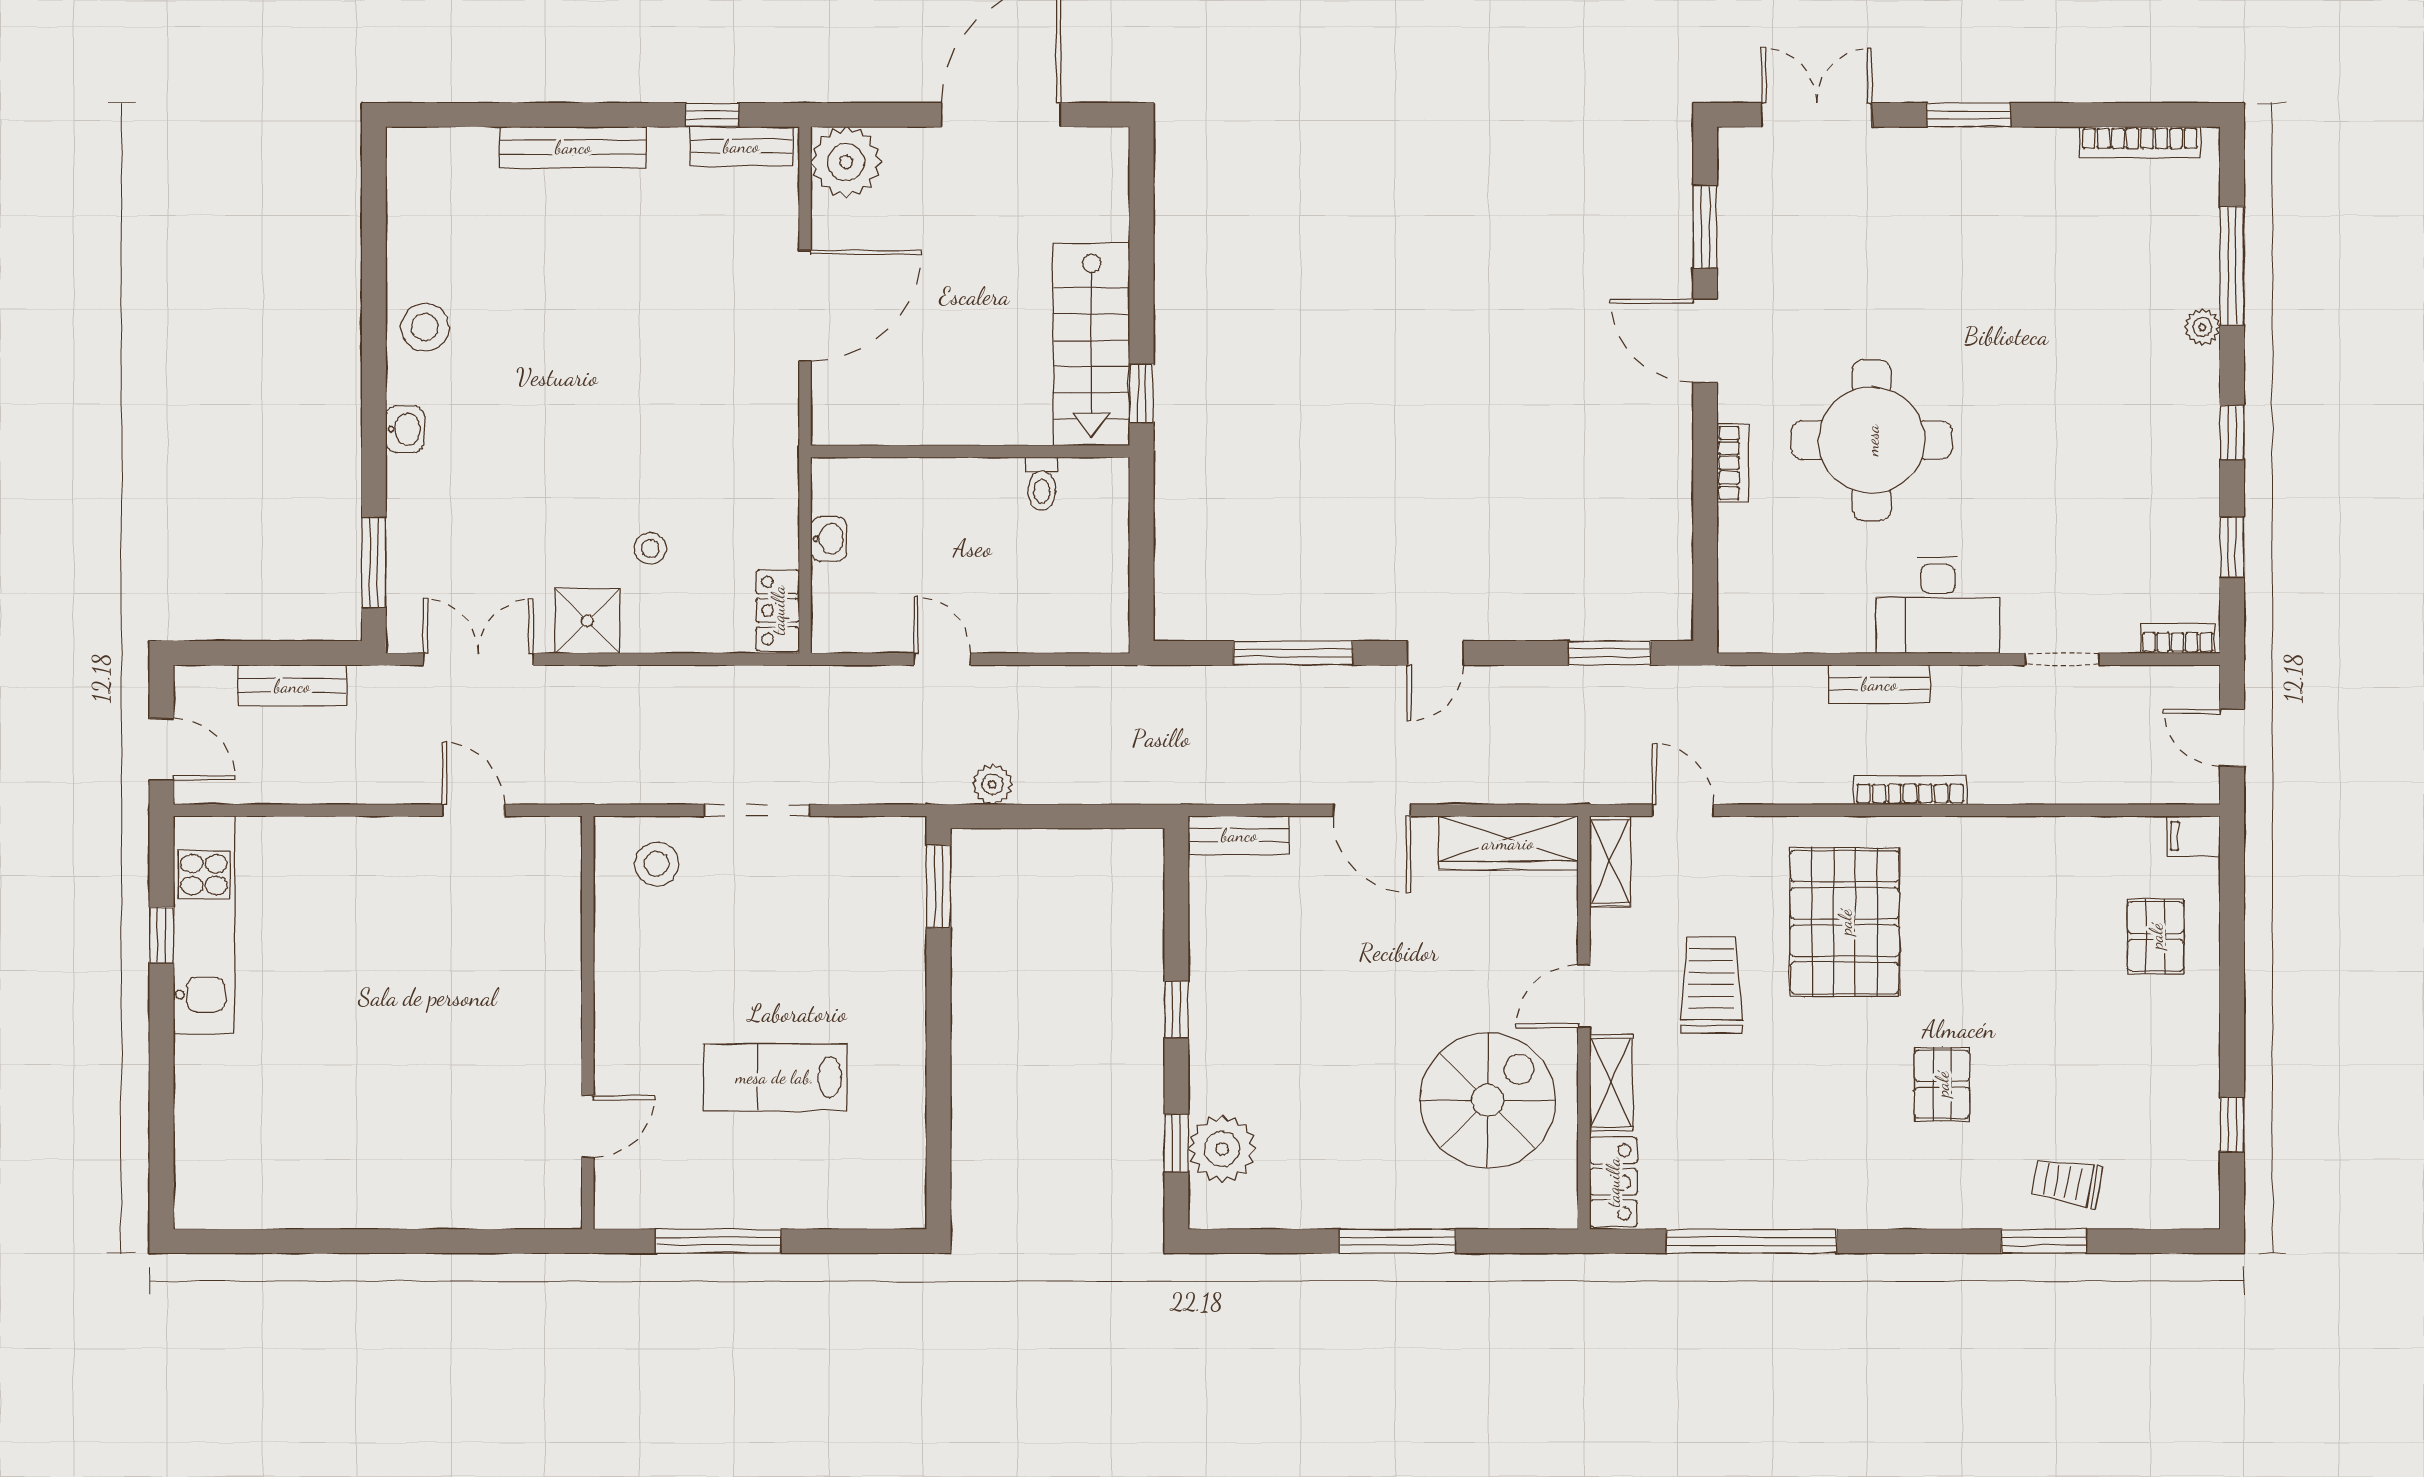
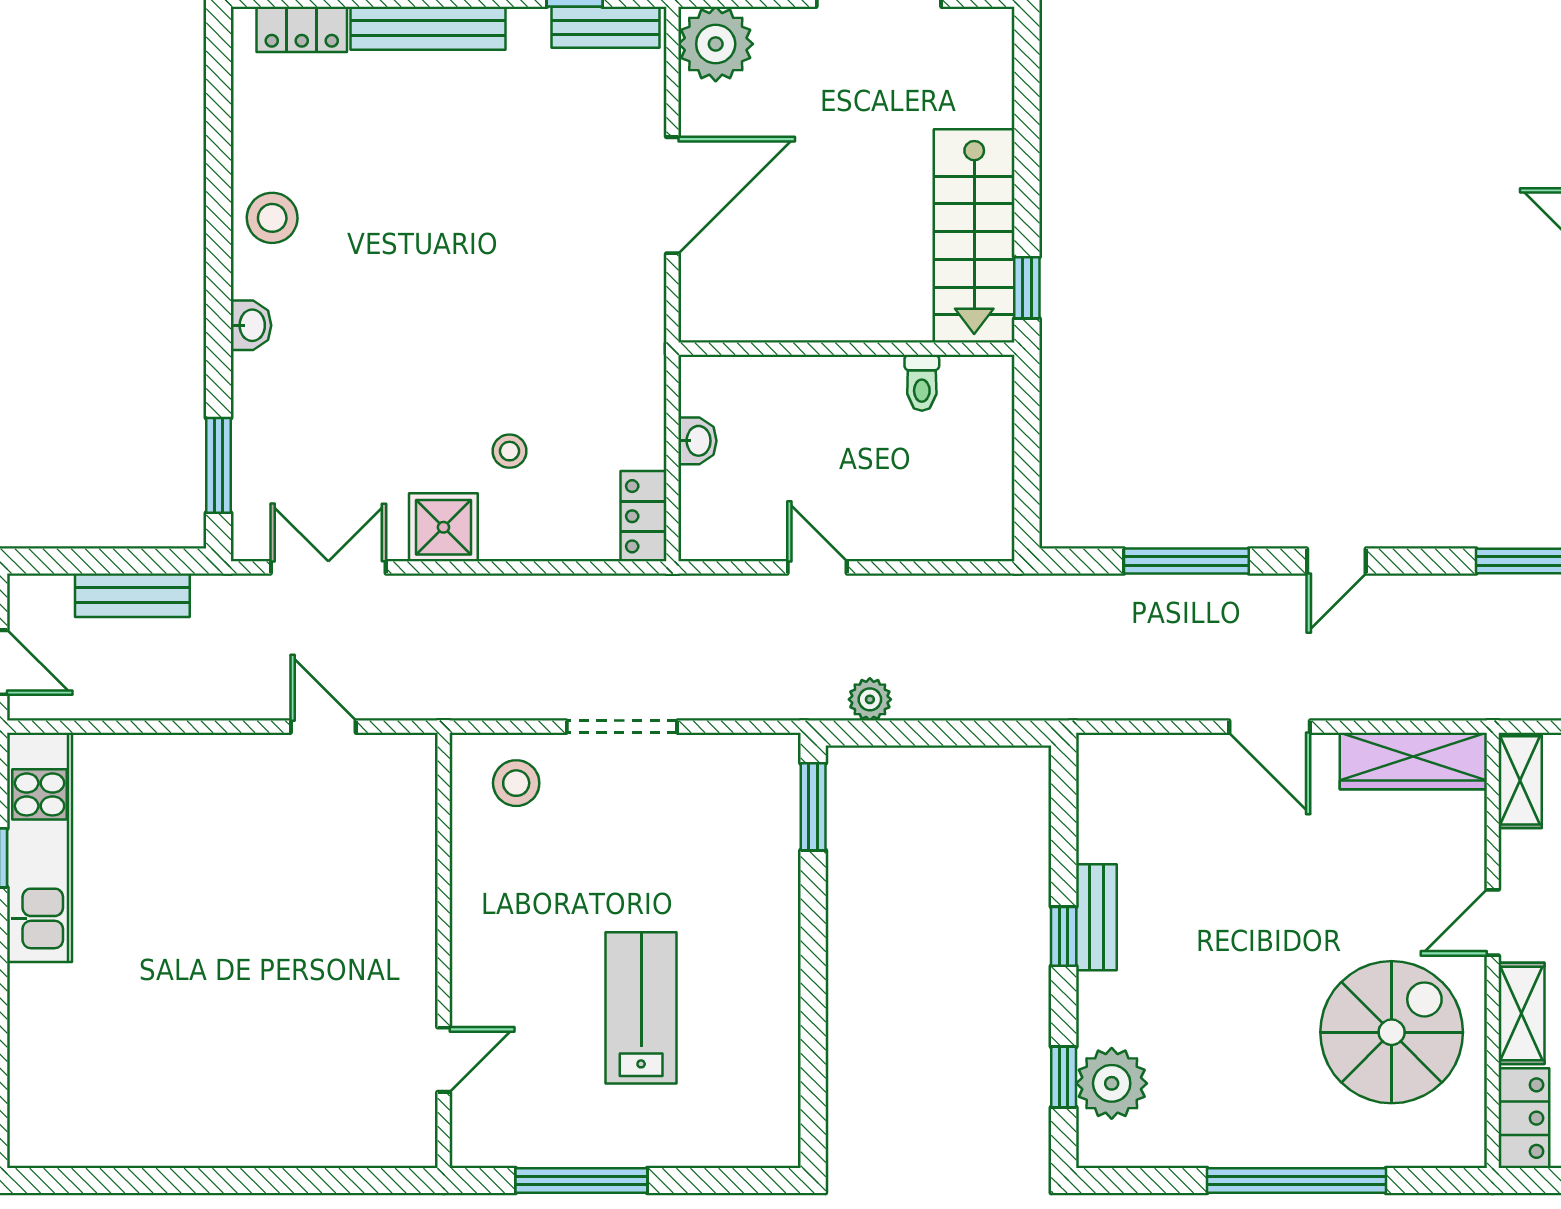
locker: (453, 148) -> (302, 29), added
bench: (1239, 835) -> (1096, 917), moved, turned 90
lab bench: (775, 1077) -> (641, 1008), turned 90
window: (1398, 1241) -> (1297, 1180), width x1.46

